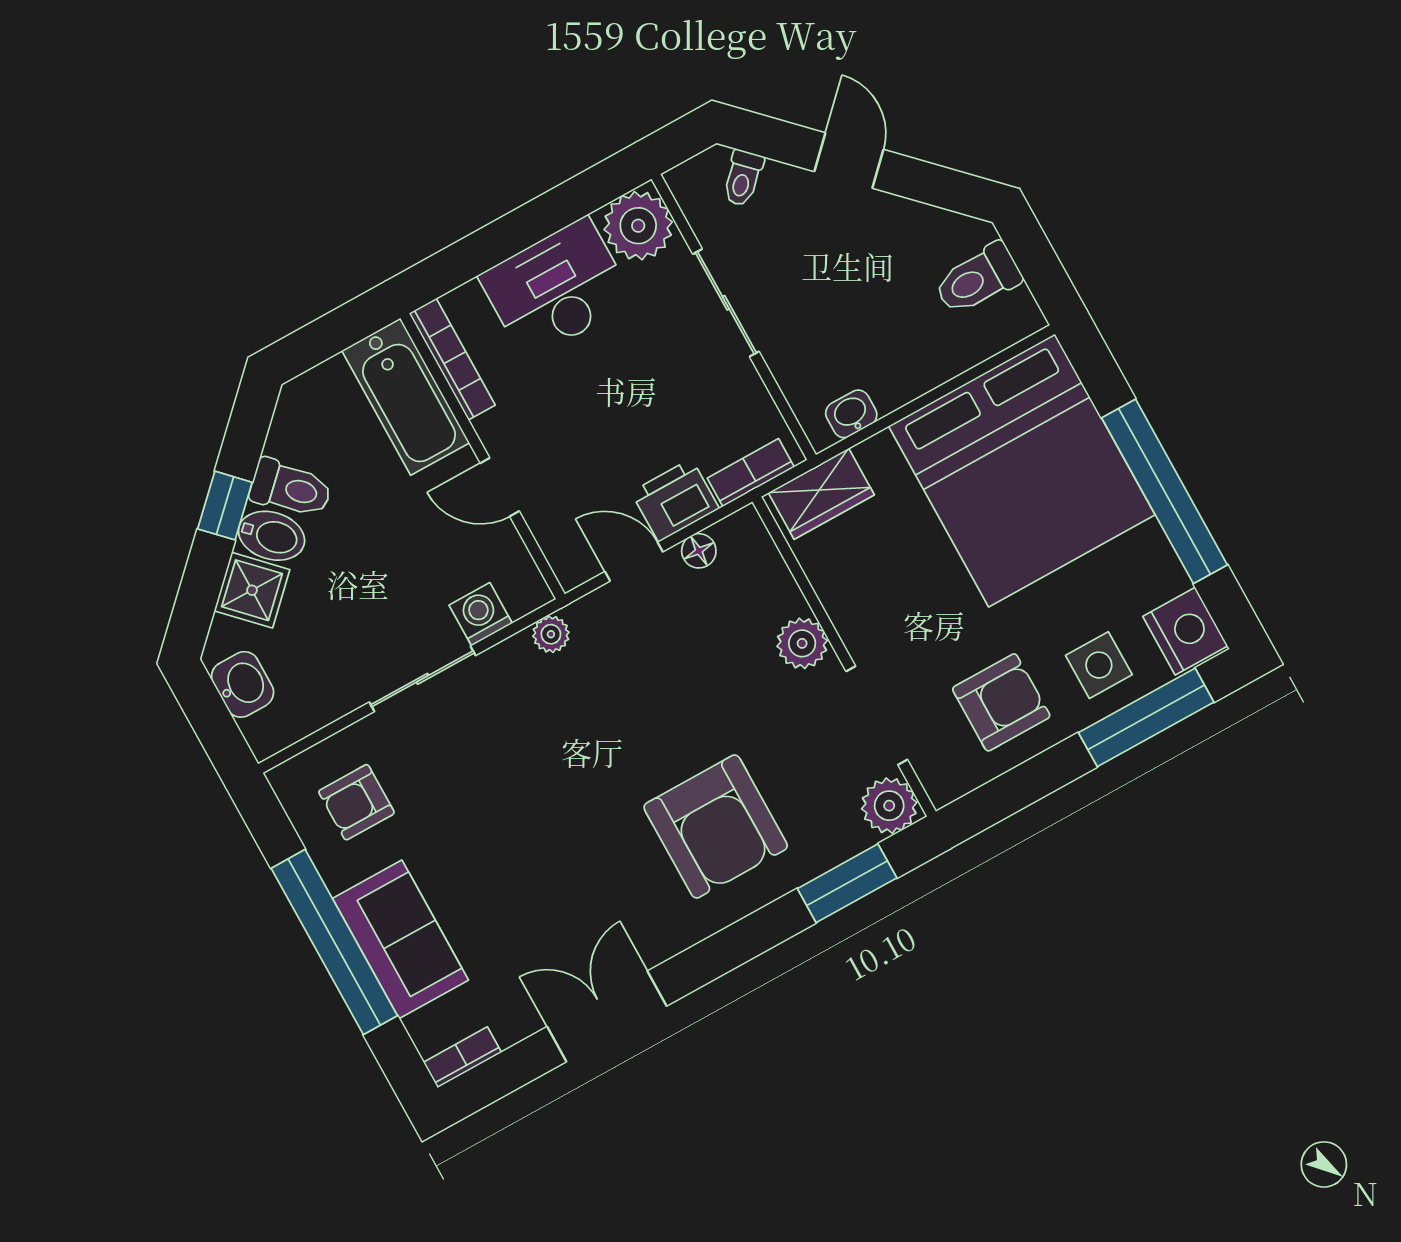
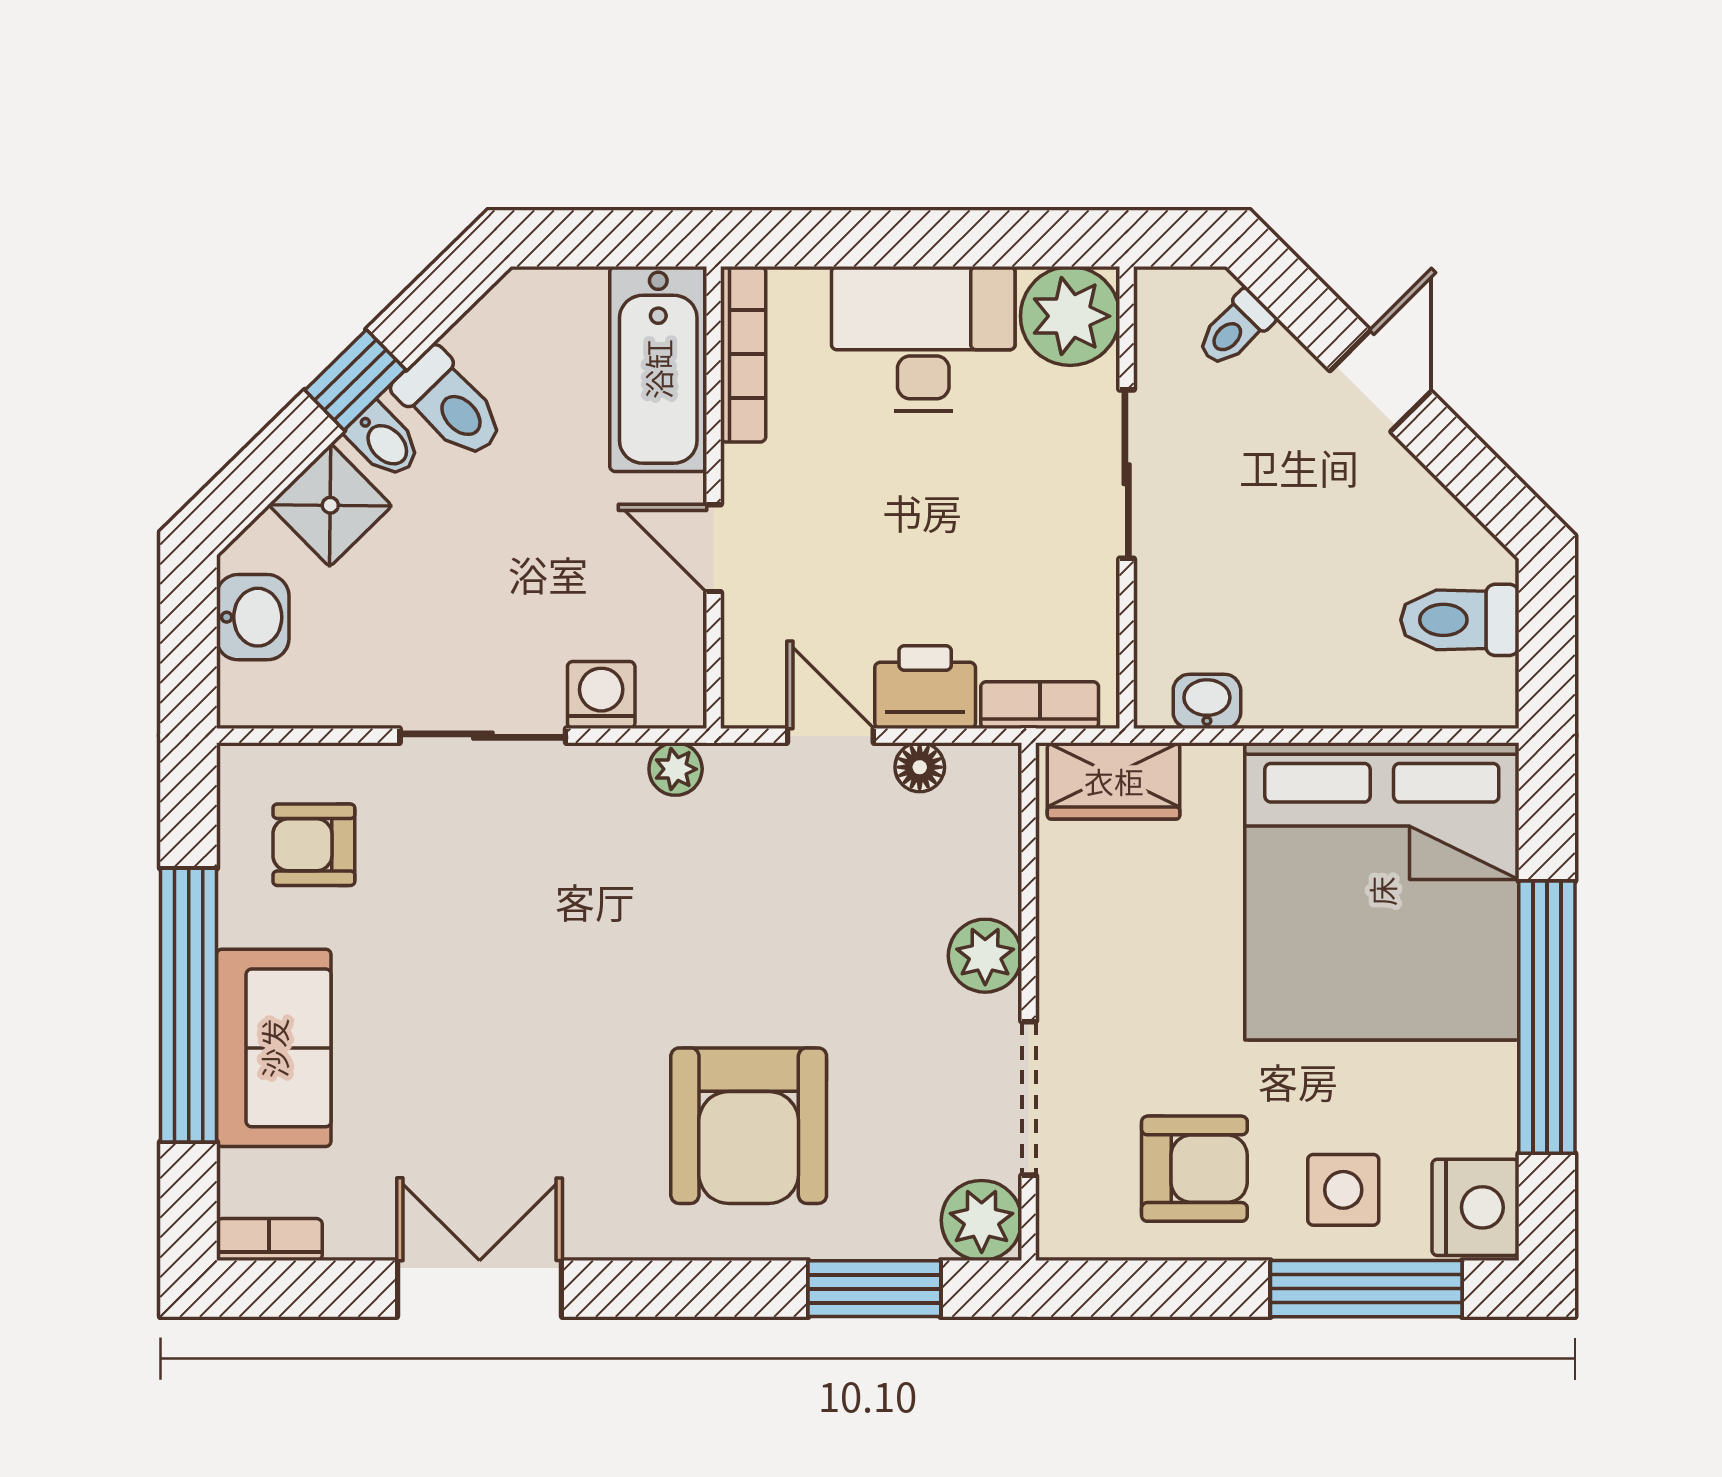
bidet: (272, 536) -> (384, 441), width x0.72, depth x0.74

